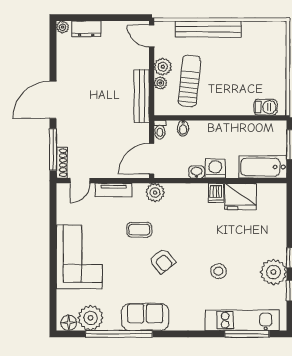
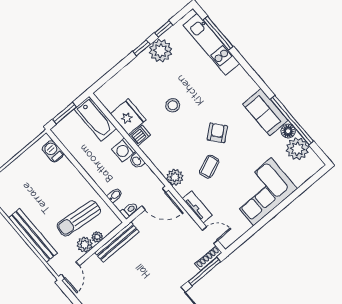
coffee table: (139, 230) -> (209, 167), turned 68
stool: (218, 271) -> (173, 105), moved
floor lamp: (69, 323) -> (288, 131), moved

